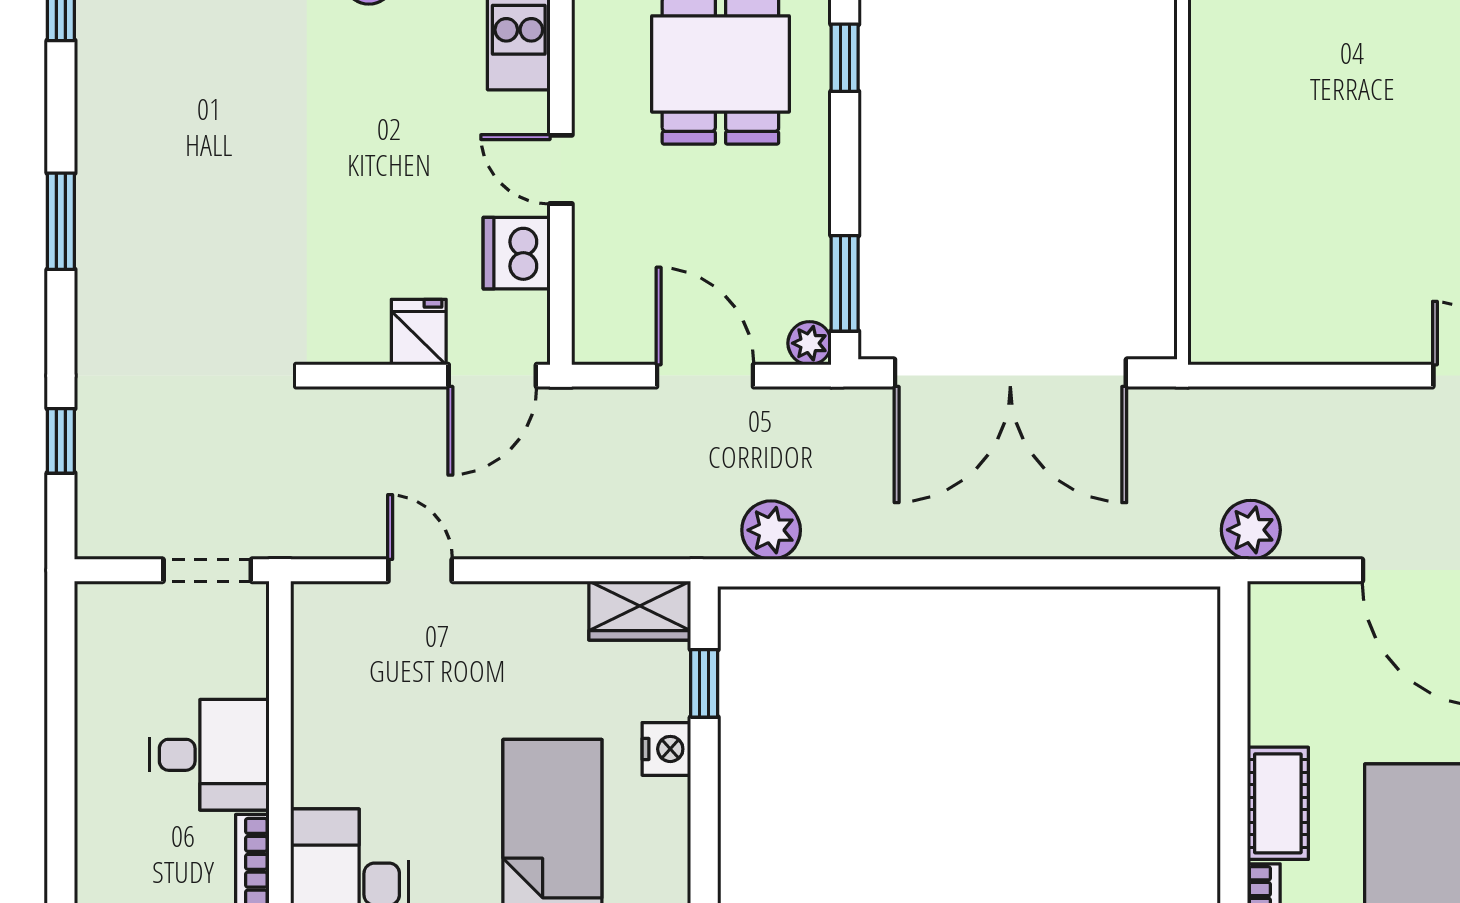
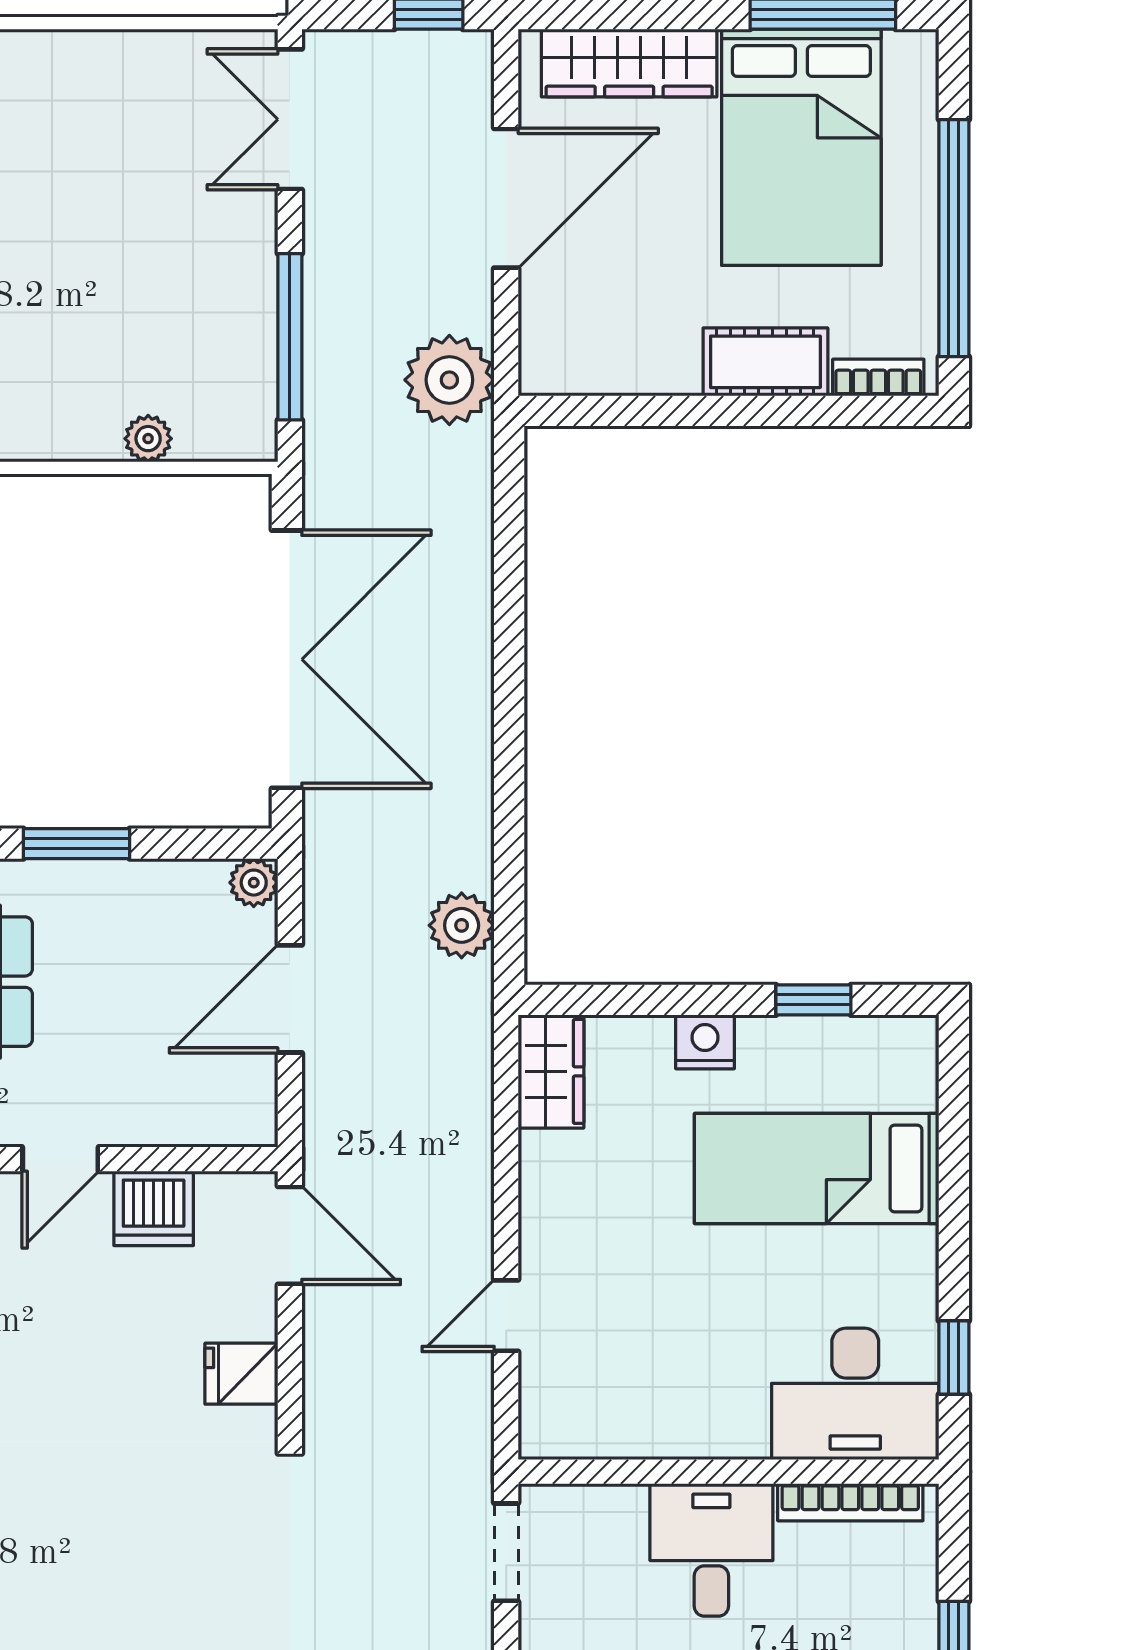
plant: (1209, 248) -> (148, 439), added
window: (845, 283) -> (77, 844), moved
fridge: (419, 332) -> (241, 1374), moved
window: (1300, 376) -> (290, 337), added
plant: (1251, 530) -> (449, 380), width x1.36, depth x1.36
window: (704, 683) -> (813, 1000), moved

